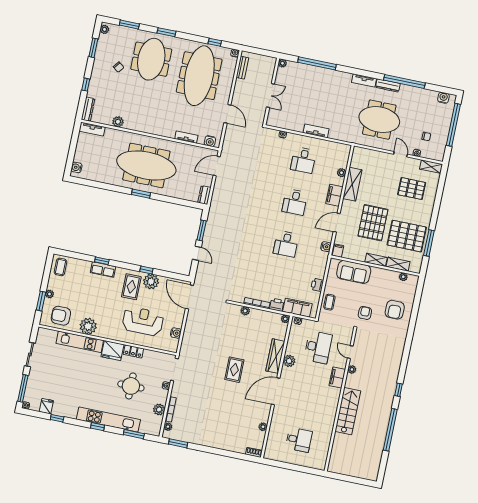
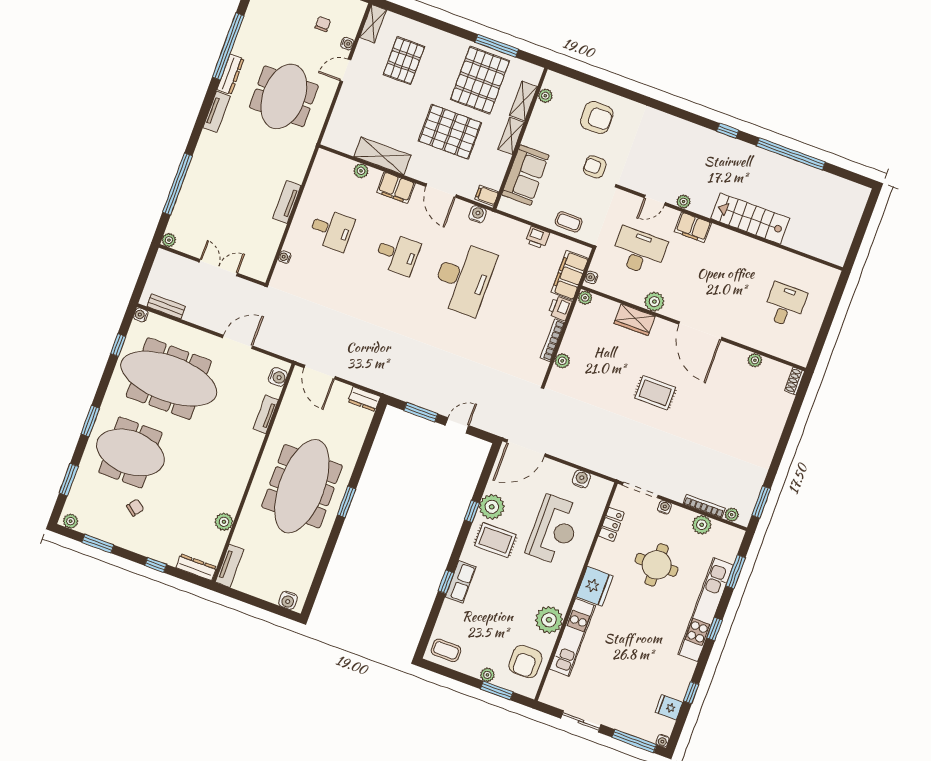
desk: (286, 244) -> (463, 278), width x1.87, depth x1.30
reception desk: (143, 321) -> (554, 530), turned 180
locker: (133, 351) -> (611, 524), moved
wardrobe: (275, 356) -> (635, 320), width x0.67

